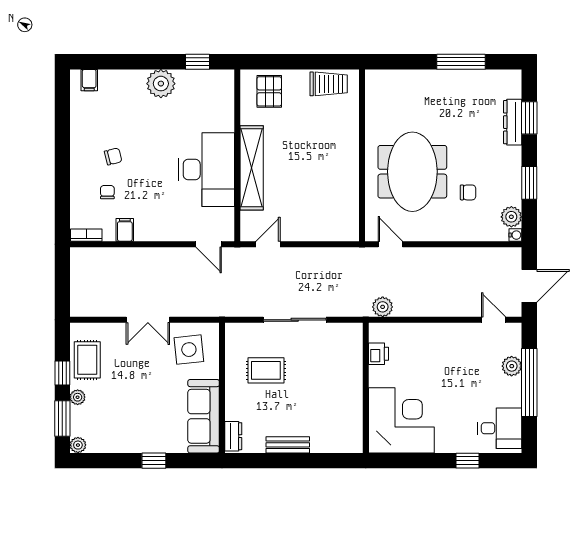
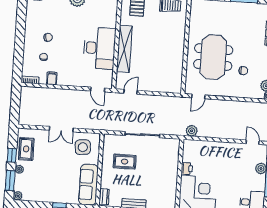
door: (390, 244) -> (198, 96), swing flipped
printer: (378, 354) -> (187, 169), moved

